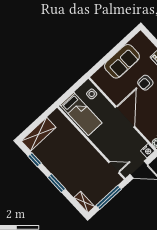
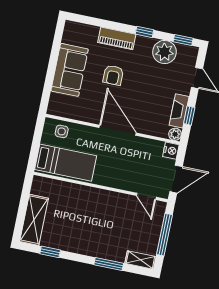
door: (114, 167) -> (146, 196), swing flipped
window: (56, 183) -> (109, 264), moved

